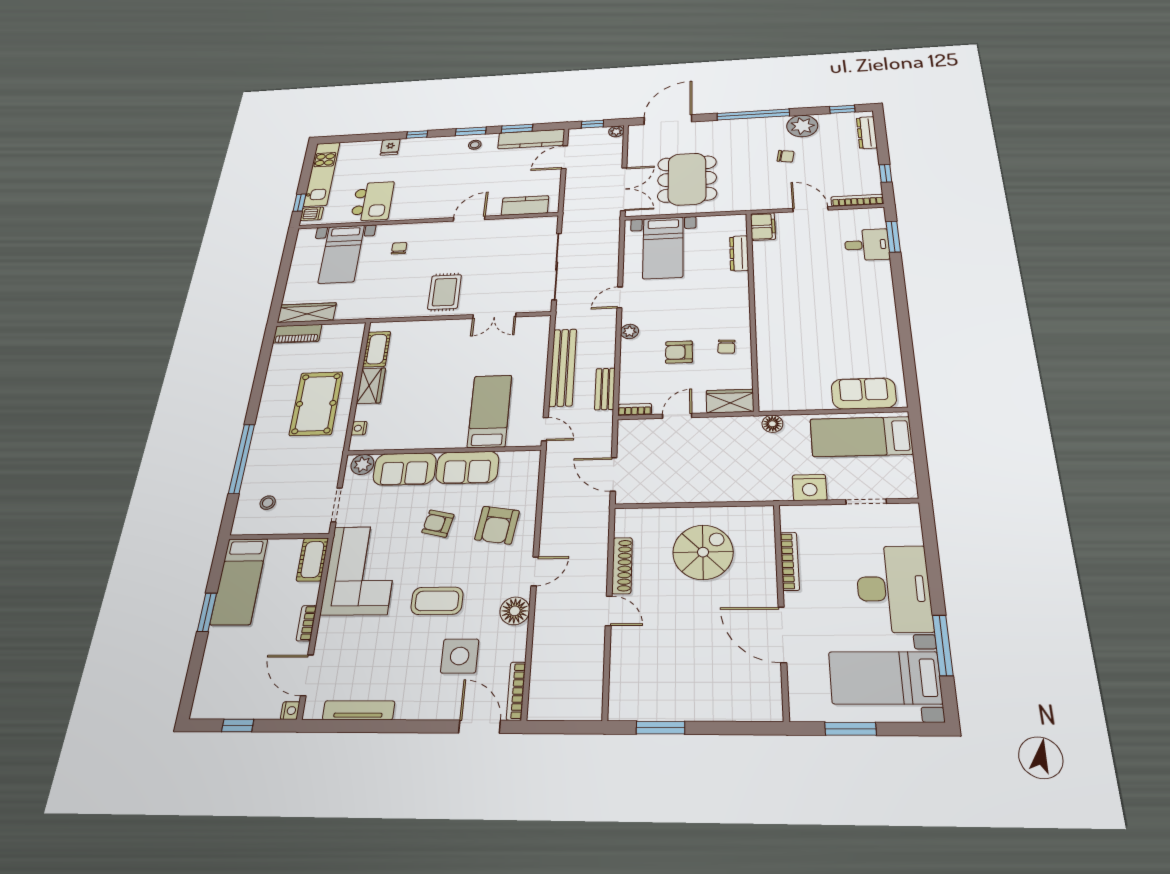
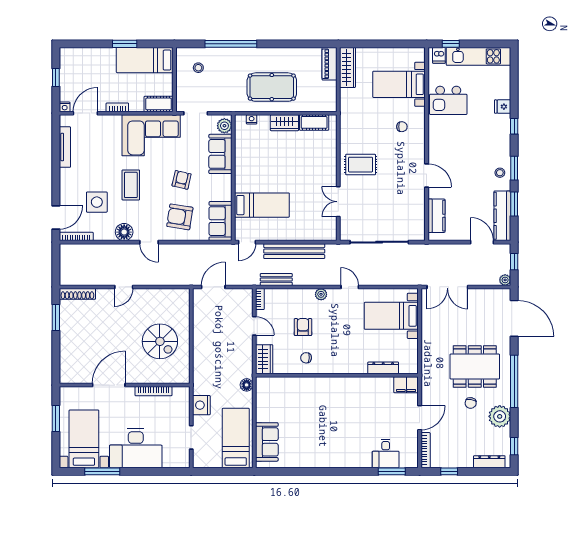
dining table: (687, 179) -> (475, 367), moved
sofa: (467, 467) -> (220, 221), moved
shoe rack: (622, 565) -> (77, 294), moved

